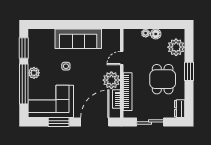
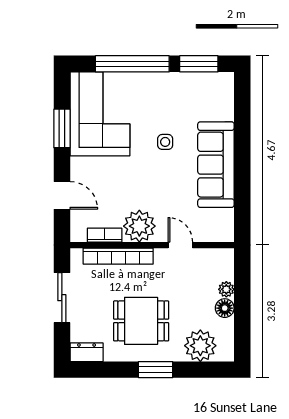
plant: (34, 73) -> (153, 83), removed
door: (95, 122) -> (62, 195), width x0.53

